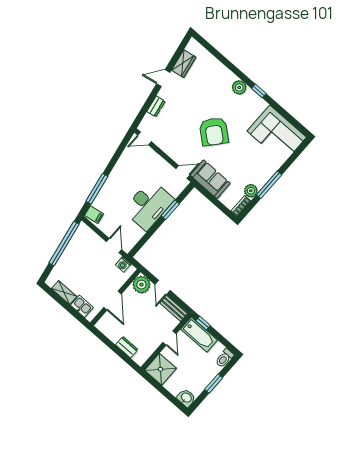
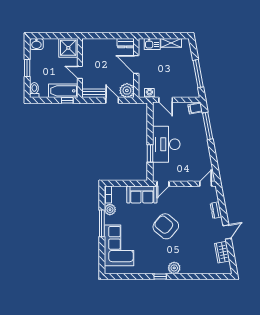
corner sofa: (277, 134) -> (119, 245), moved, turned 90
window: (64, 244) -> (198, 74), width x0.68
dresser: (127, 347) -> (126, 43), moved

